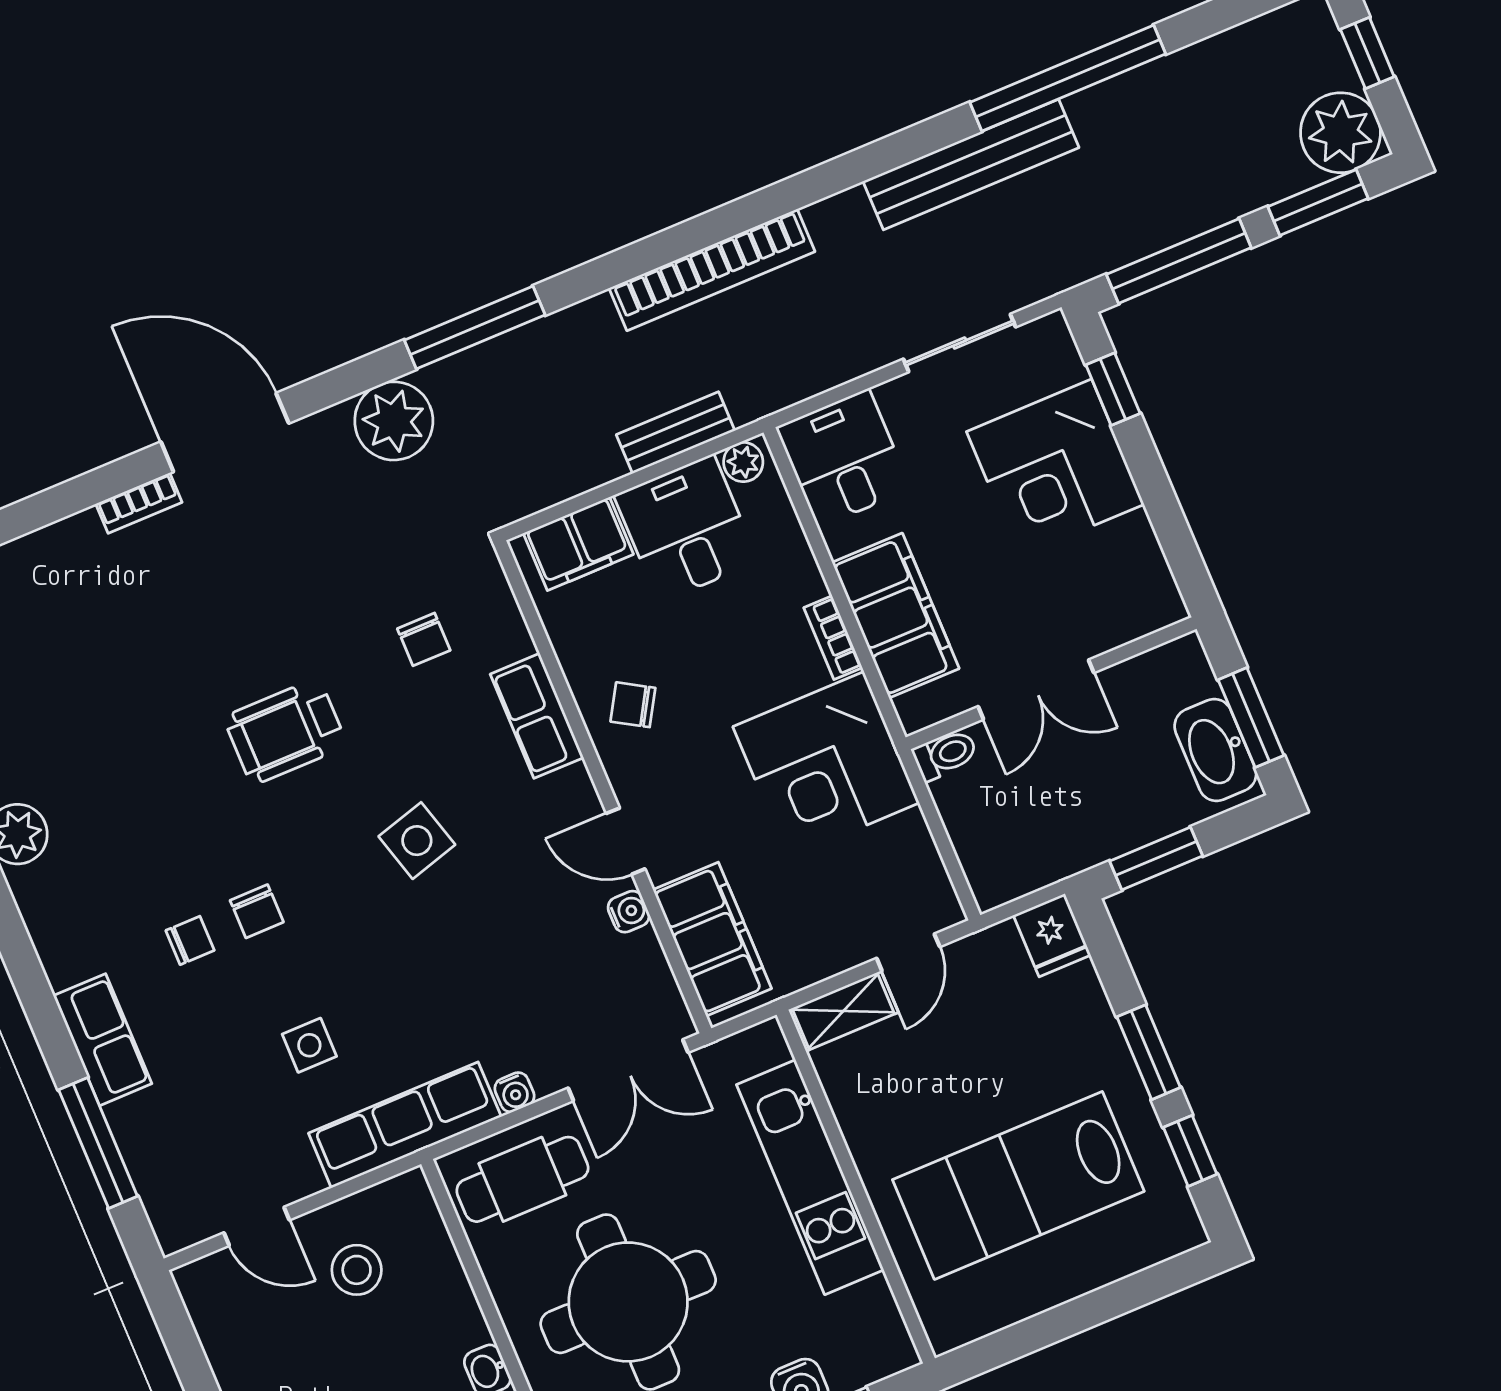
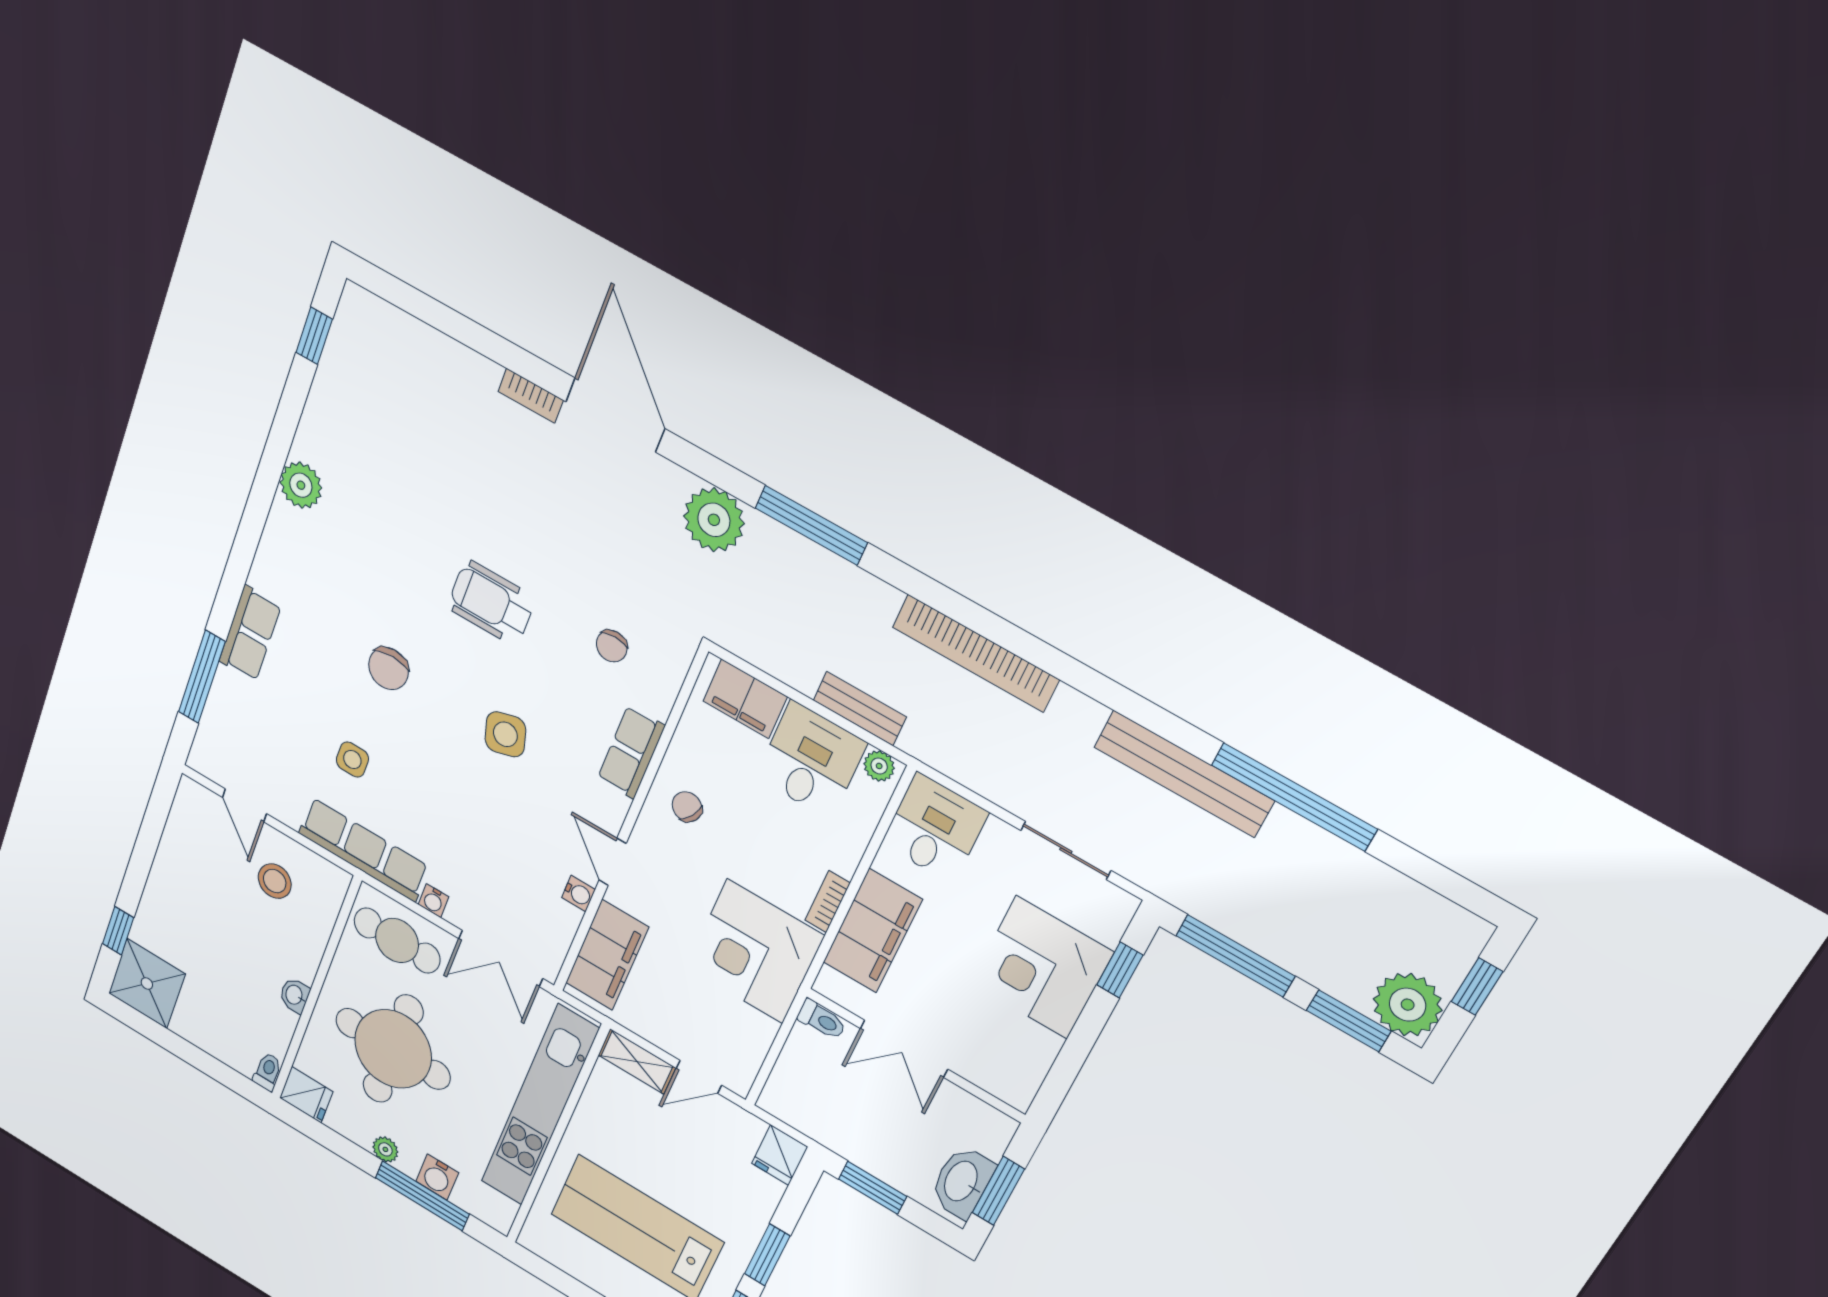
chair: (257, 911) -> (388, 668), width x1.37, depth x1.37
chair: (190, 940) -> (340, 641), removed
kitchen unit: (810, 1177) -> (539, 1106), width x1.36

